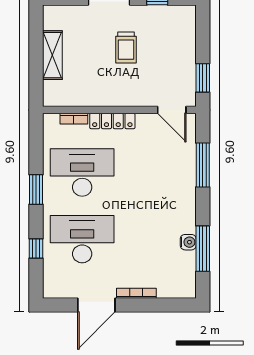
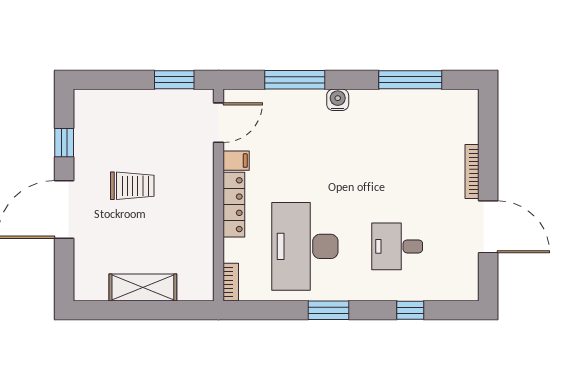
bookcase: (74, 119) -> (231, 282), moved
filing cabinet: (144, 123) -> (236, 161), added
desk: (82, 239) -> (397, 246), width x0.53, depth x0.77
water cooler: (188, 242) -> (338, 100), moved

